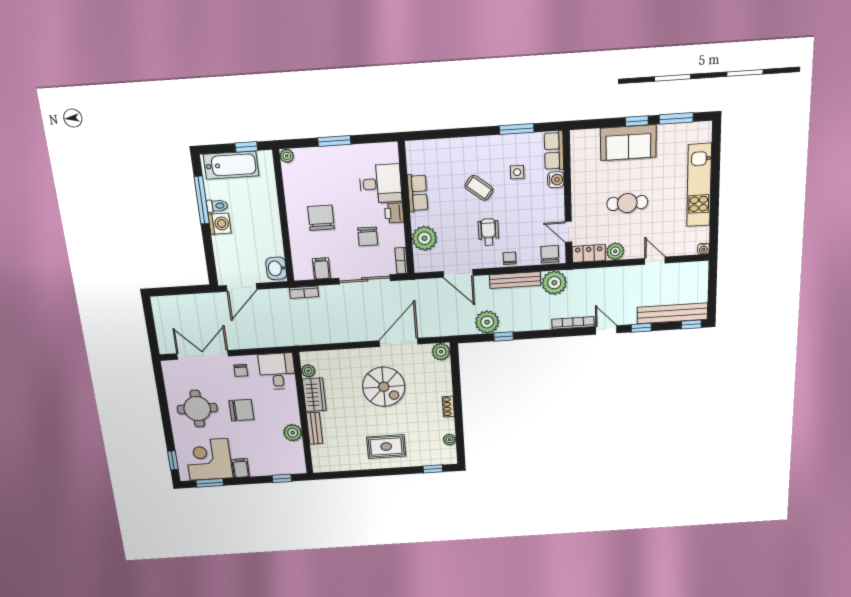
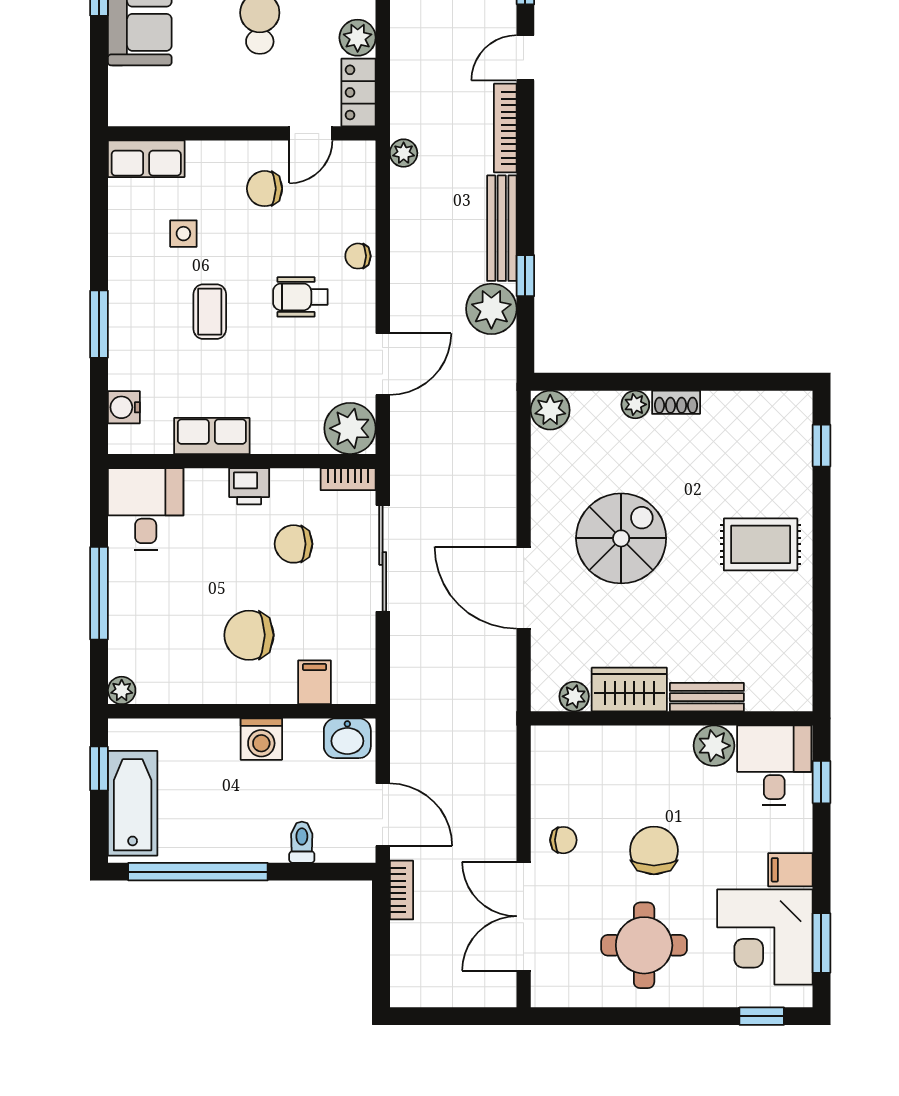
window: (517, 129) -> (99, 324), moved
window: (334, 141) -> (99, 593), width x1.44
water cooler: (556, 180) -> (124, 407), moved, turned -90
desk: (381, 184) -> (146, 509), moved
coffee table: (479, 188) -> (210, 312), turned -38
window: (202, 200) -> (198, 872), width x1.46
toilet: (217, 206) -> (302, 842), moved
washing machine: (220, 224) -> (261, 739), moved, turned 180
chair: (368, 236) -> (294, 544), turned 180
plant: (424, 238) -> (350, 428), moved
chair: (550, 254) -> (265, 189), moved
filing cabinet: (321, 268) -> (314, 682), moved, turned 90
bench: (515, 280) -> (502, 228), moved
plant: (554, 283) -> (404, 153), width x0.53, depth x0.53
bookcase: (304, 292) -> (401, 890), moved
door: (399, 342) -> (524, 588), moved
desk: (277, 371) -> (774, 765), moved, turned 90
plant: (449, 440) -> (635, 404), moved
rug: (386, 447) -> (761, 544), turned 90

